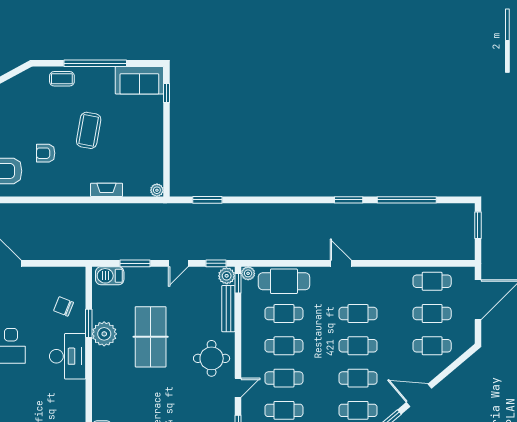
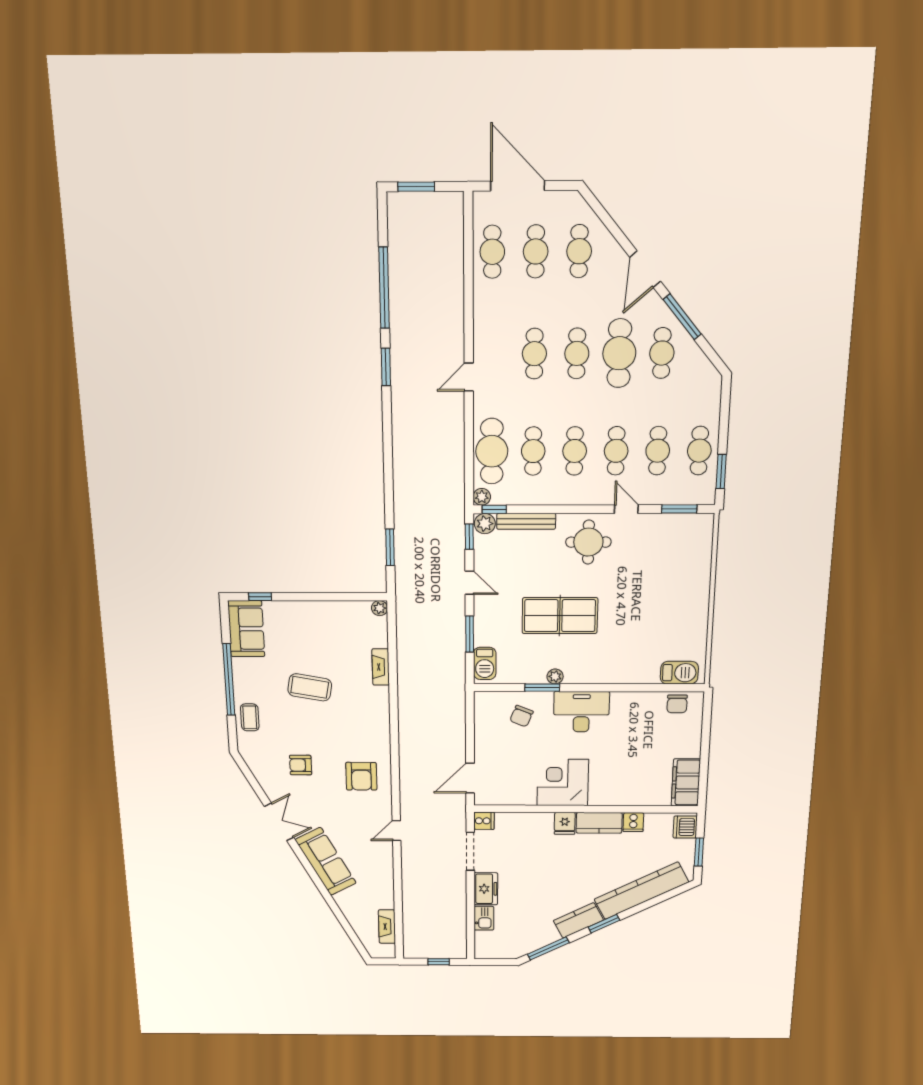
armchair: (46, 153) -> (301, 765), moved, turned 90
plant: (104, 334) -> (555, 676), width x0.53, depth x0.53
cafe table: (358, 378) -> (619, 353), width x1.37, depth x1.35

